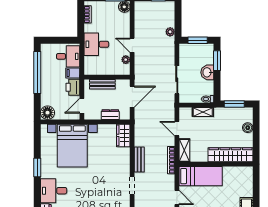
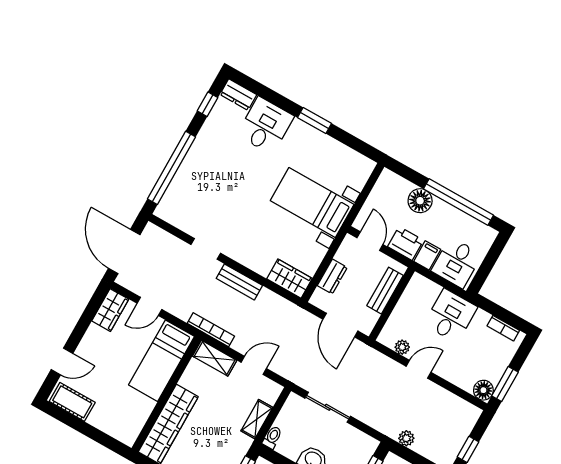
floor lamp: (47, 113) -> (420, 201), moved
bed with nightstands: (72, 146) -> (312, 202), width x0.73

